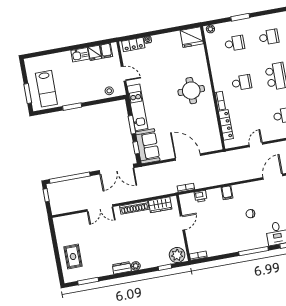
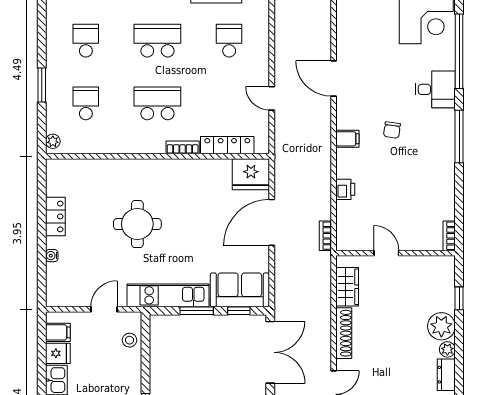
fridge: (192, 37) -> (251, 174), moved, turned 90
locker: (133, 44) -> (55, 216), moved
school desk: (242, 83) -> (157, 103), width x1.85
round table: (191, 91) -> (137, 224), moved
filing cabinet: (227, 193) -> (347, 139), moved
printer: (201, 196) -> (345, 189), moved
plant: (177, 255) -> (441, 326), moved

